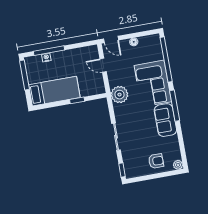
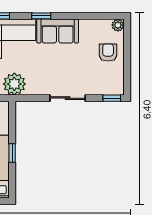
window: (77, 100) -> (12, 153), moved
window: (175, 106) -> (41, 16), width x0.46

